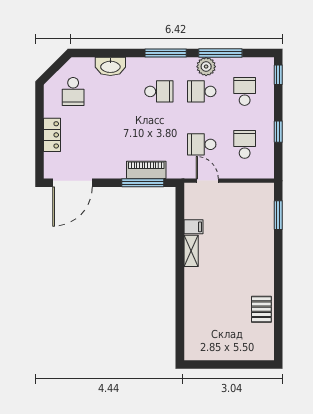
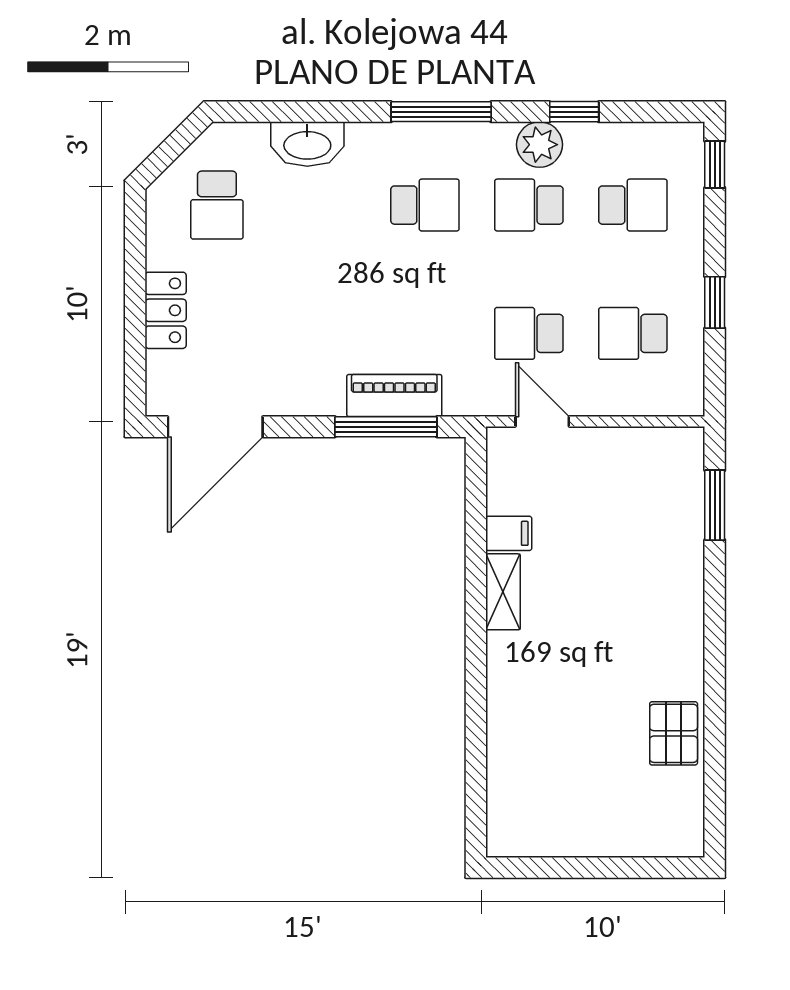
window: (220, 53) -> (574, 112), width x0.46
school desk: (245, 91) -> (633, 205), turned 90
school desk: (245, 144) -> (633, 333), turned -90

